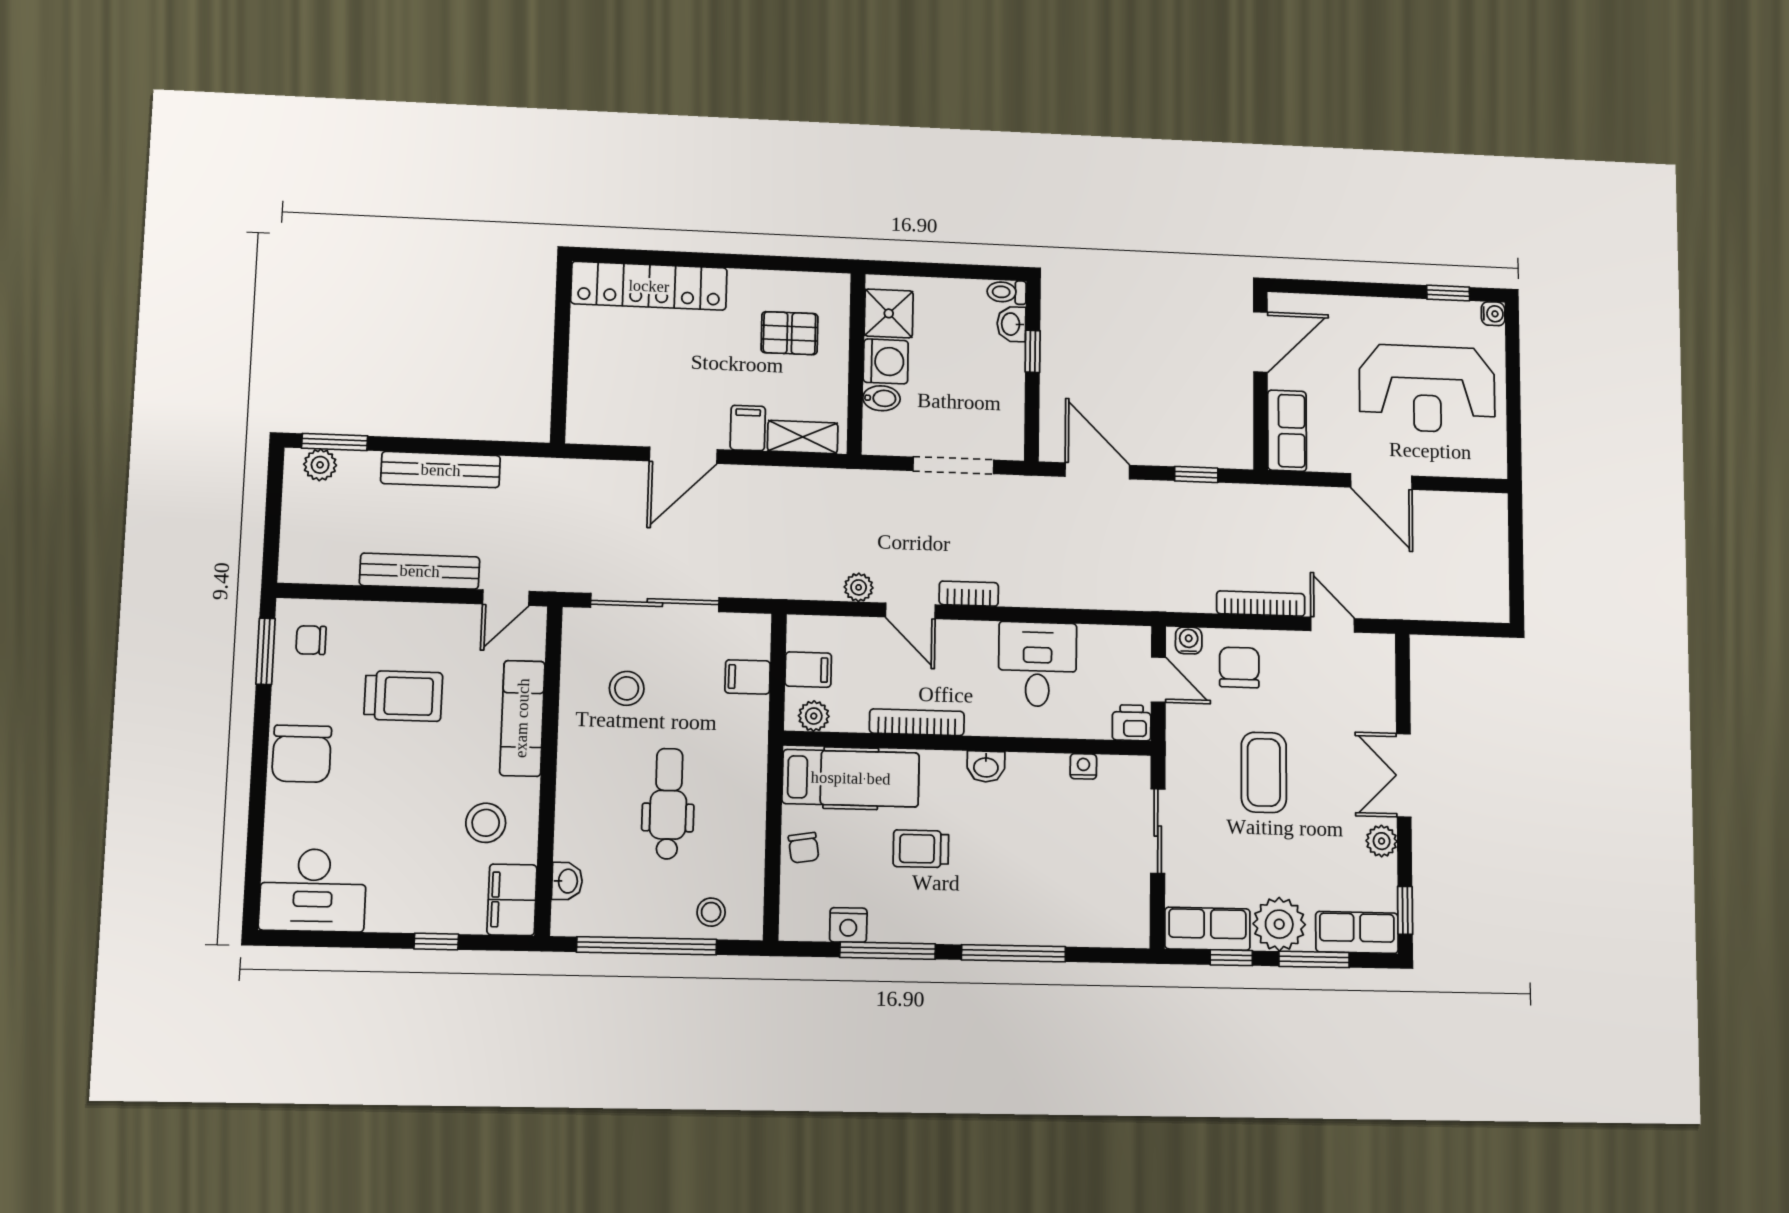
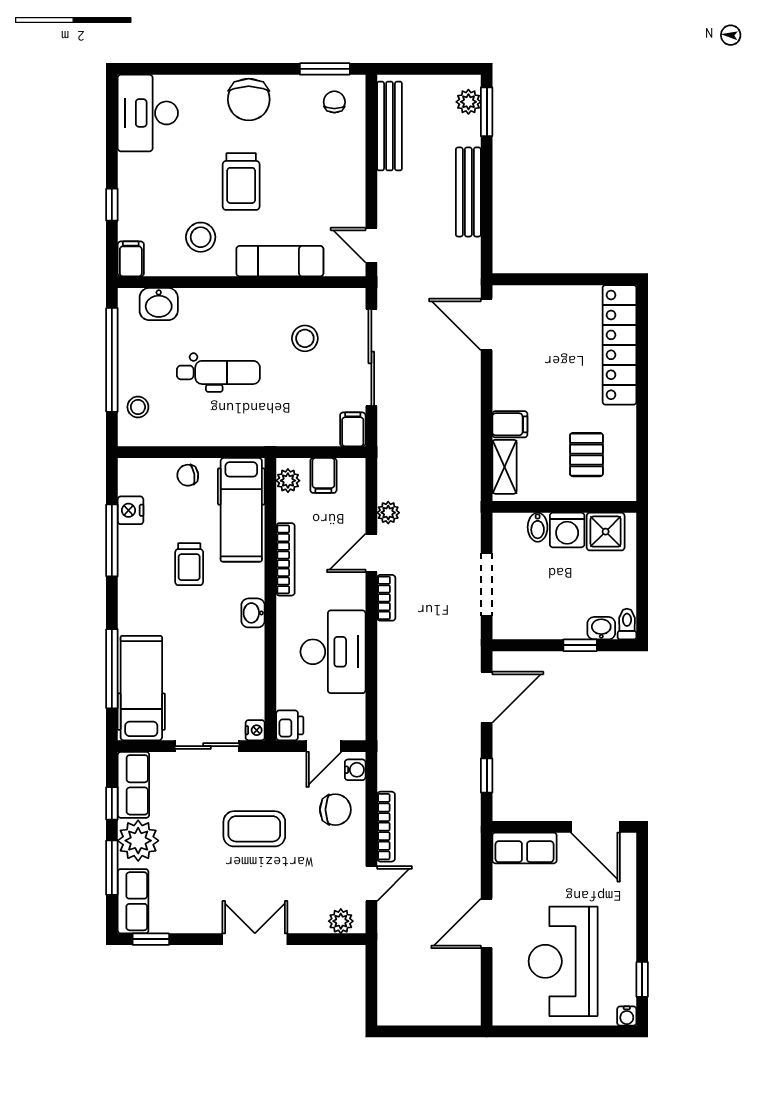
door: (683, 455) -> (487, 325), moved
bench: (420, 571) -> (389, 126), moved
desk: (1037, 664) -> (333, 652), width x1.37
filing cabinet: (748, 677) -> (353, 429), moved
trolley: (403, 696) -> (241, 181), moved
chair: (302, 754) -> (249, 99), turned -90
nightstand: (1083, 766) -> (255, 730), moved
plant: (1382, 841) -> (341, 921), moved
trolley: (921, 849) -> (189, 564), turned 180
washbasin: (567, 881) -> (159, 304), width x1.38, depth x1.45
filing cabinet: (512, 900) -> (131, 259), width x0.50
hospital bed: (1082, 916) -> (141, 688), added
window: (1013, 953) -> (112, 669), moved

